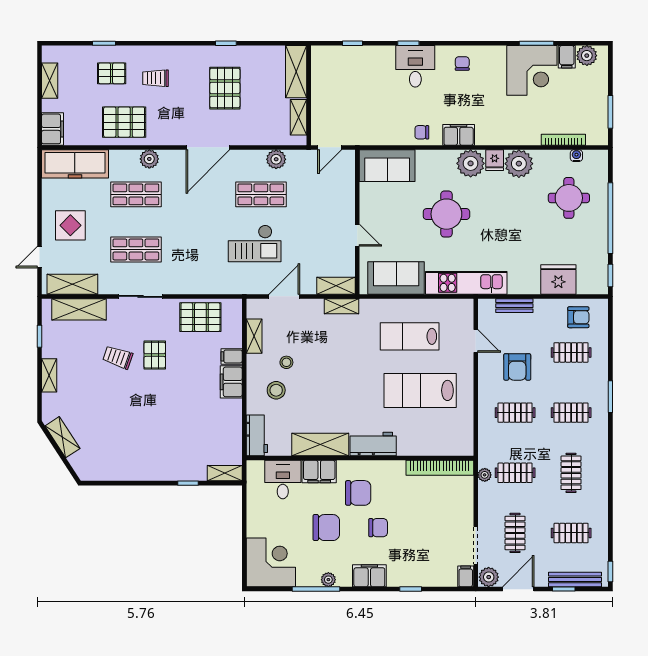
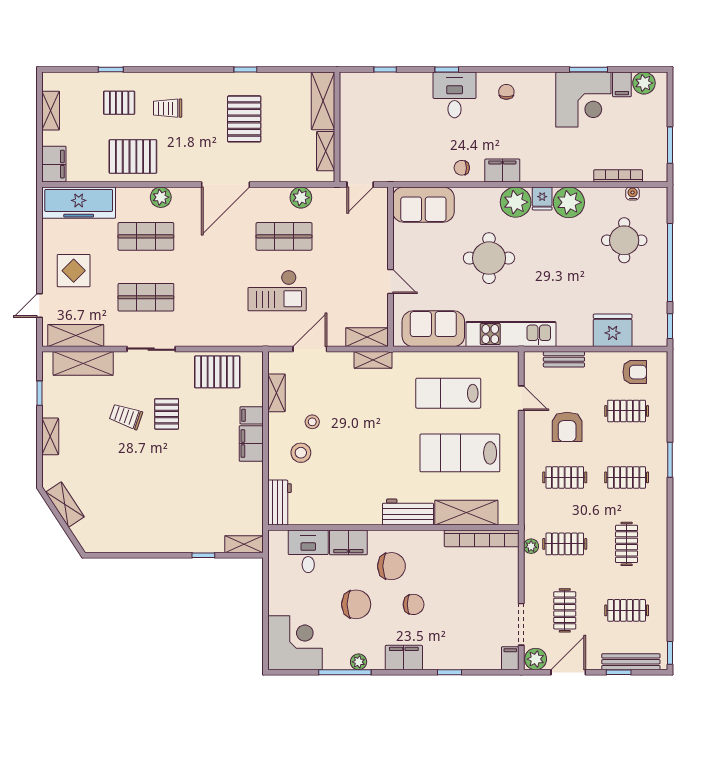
shelving: (320, 444) -> (466, 513), moved

